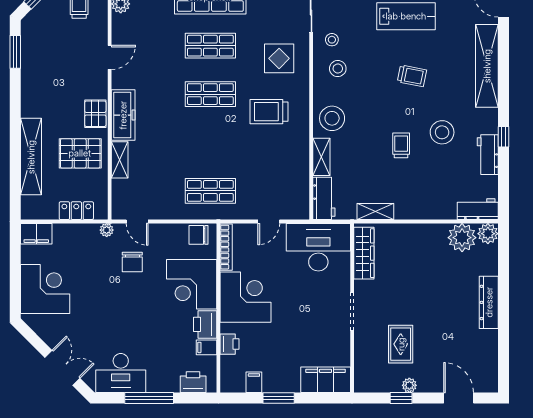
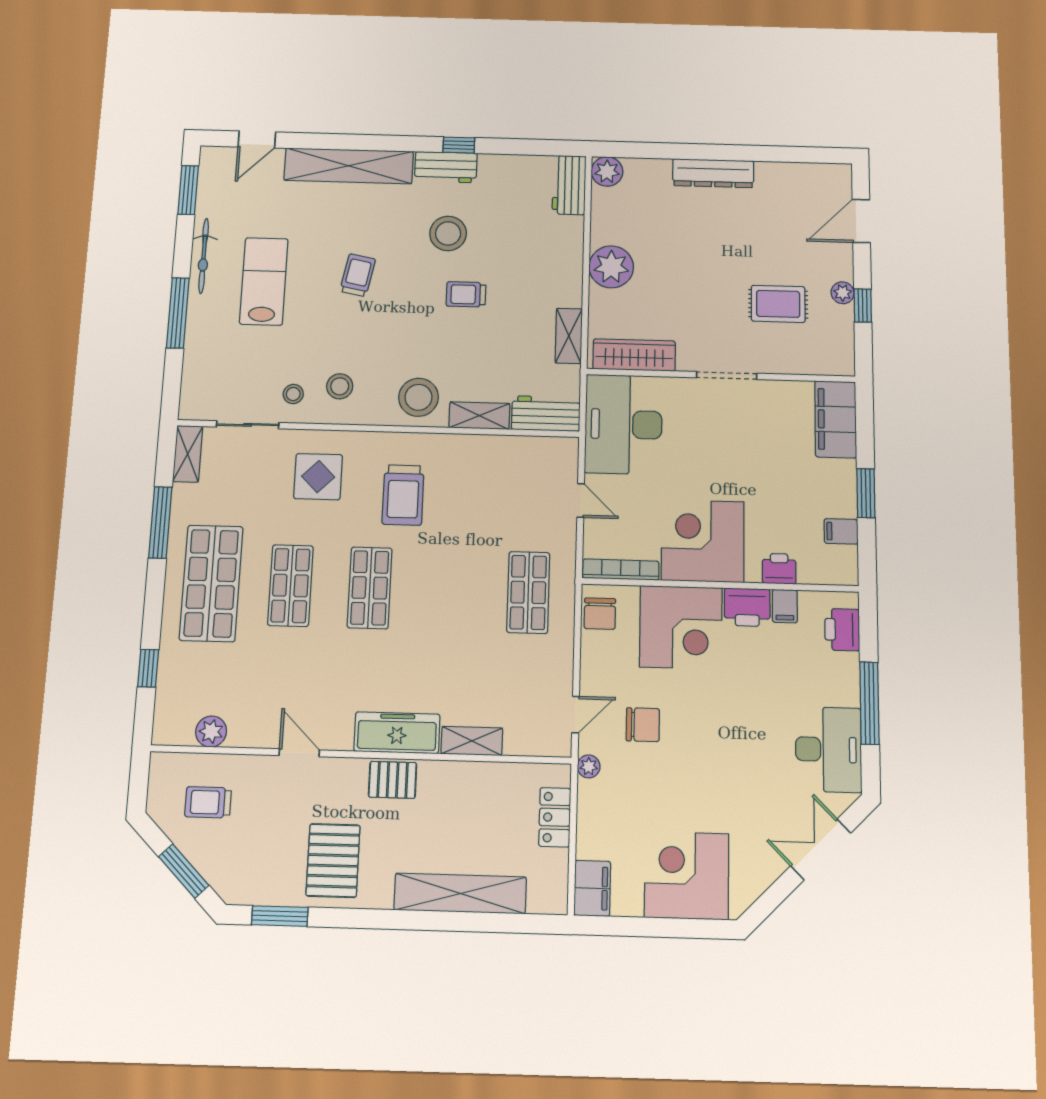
pallet: (80, 153) -> (333, 860), moved
workbench: (488, 155) -> (446, 167), moved
plant: (462, 238) -> (611, 267), moved

